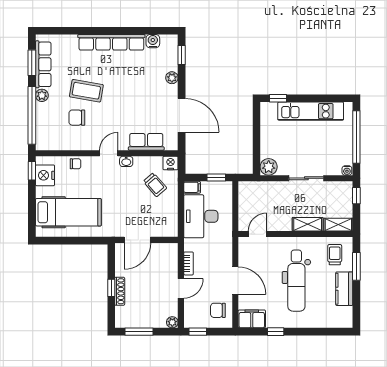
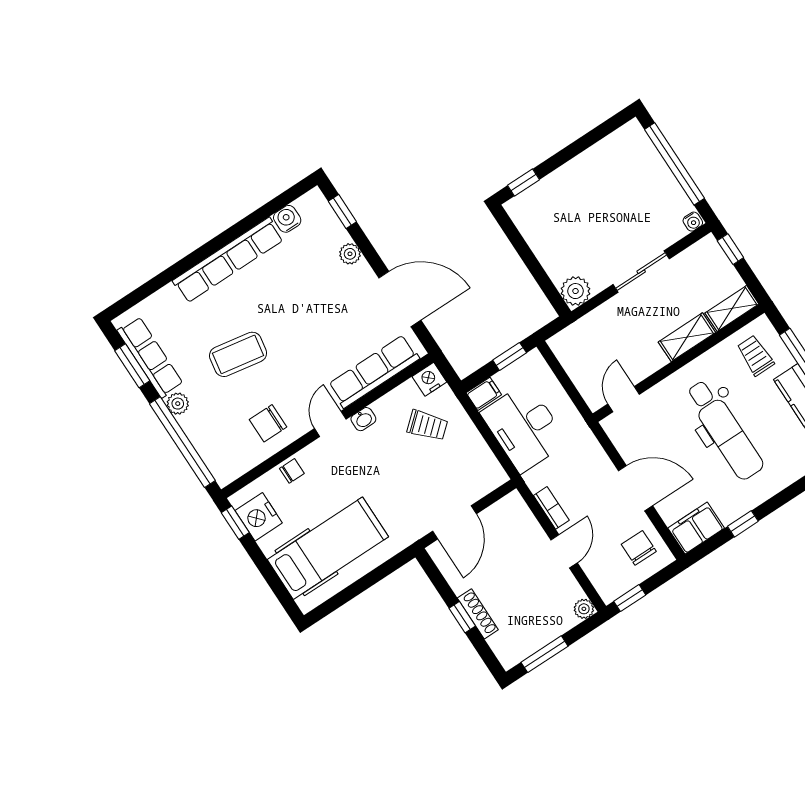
kitchen unit: (311, 111) -> (583, 170), removed
chair: (77, 118) -> (268, 423), moved
row of seats: (146, 142) -> (374, 371), width x1.48
chair: (218, 310) -> (639, 548), turned 90

